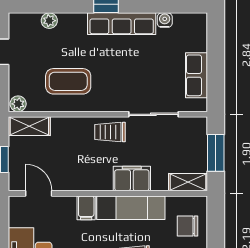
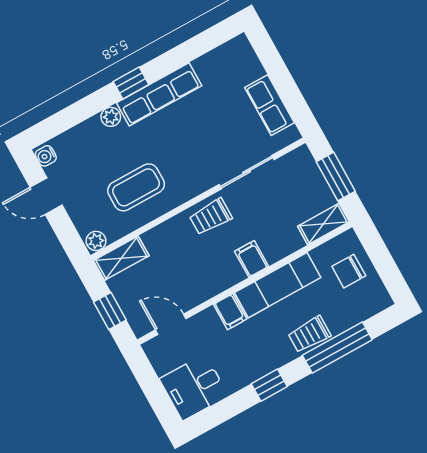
water cooler: (165, 20) -> (46, 156), moved, turned -90
plant: (49, 21) -> (111, 117), moved
filing cabinet: (132, 179) -> (252, 259), width x0.50

